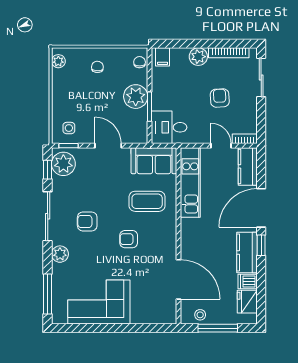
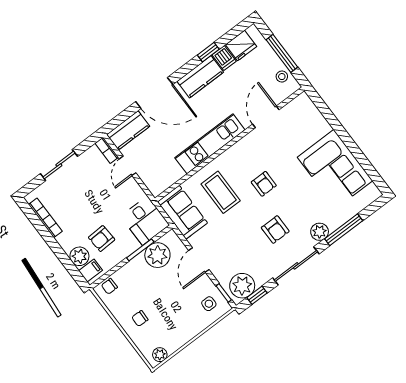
plant: (198, 57) -> (79, 256), moved
sliding door: (261, 78) -> (59, 165), moved
plant: (136, 97) -> (157, 255), moved
armchair: (220, 98) -> (102, 239), moved
kitchen unit: (190, 182) -> (210, 144), moved
window: (261, 245) -> (208, 52), moved
door: (179, 279) -> (266, 117), width x0.73
window: (48, 294) -> (344, 230), moved

